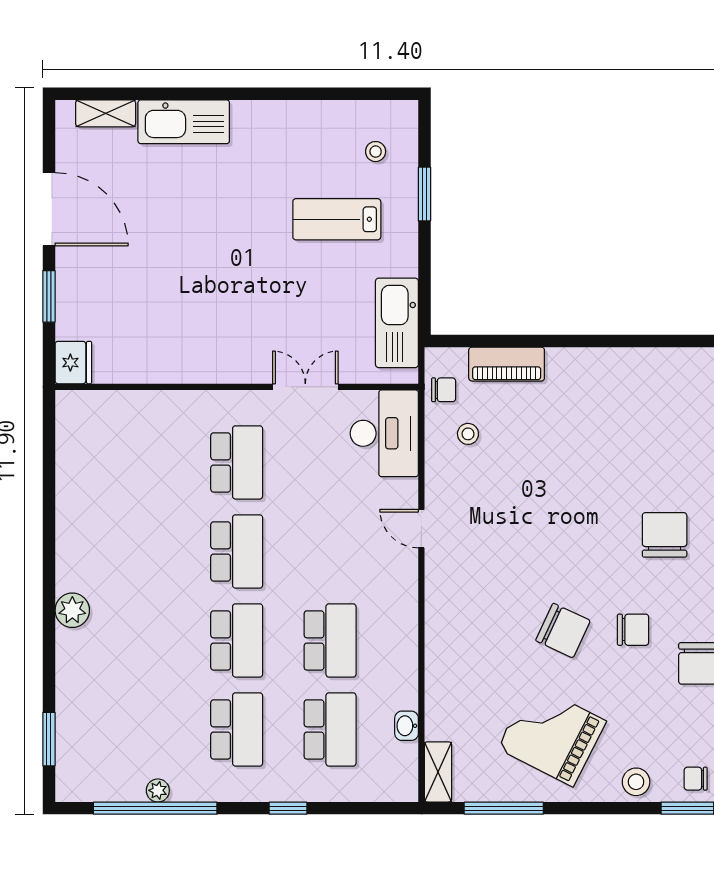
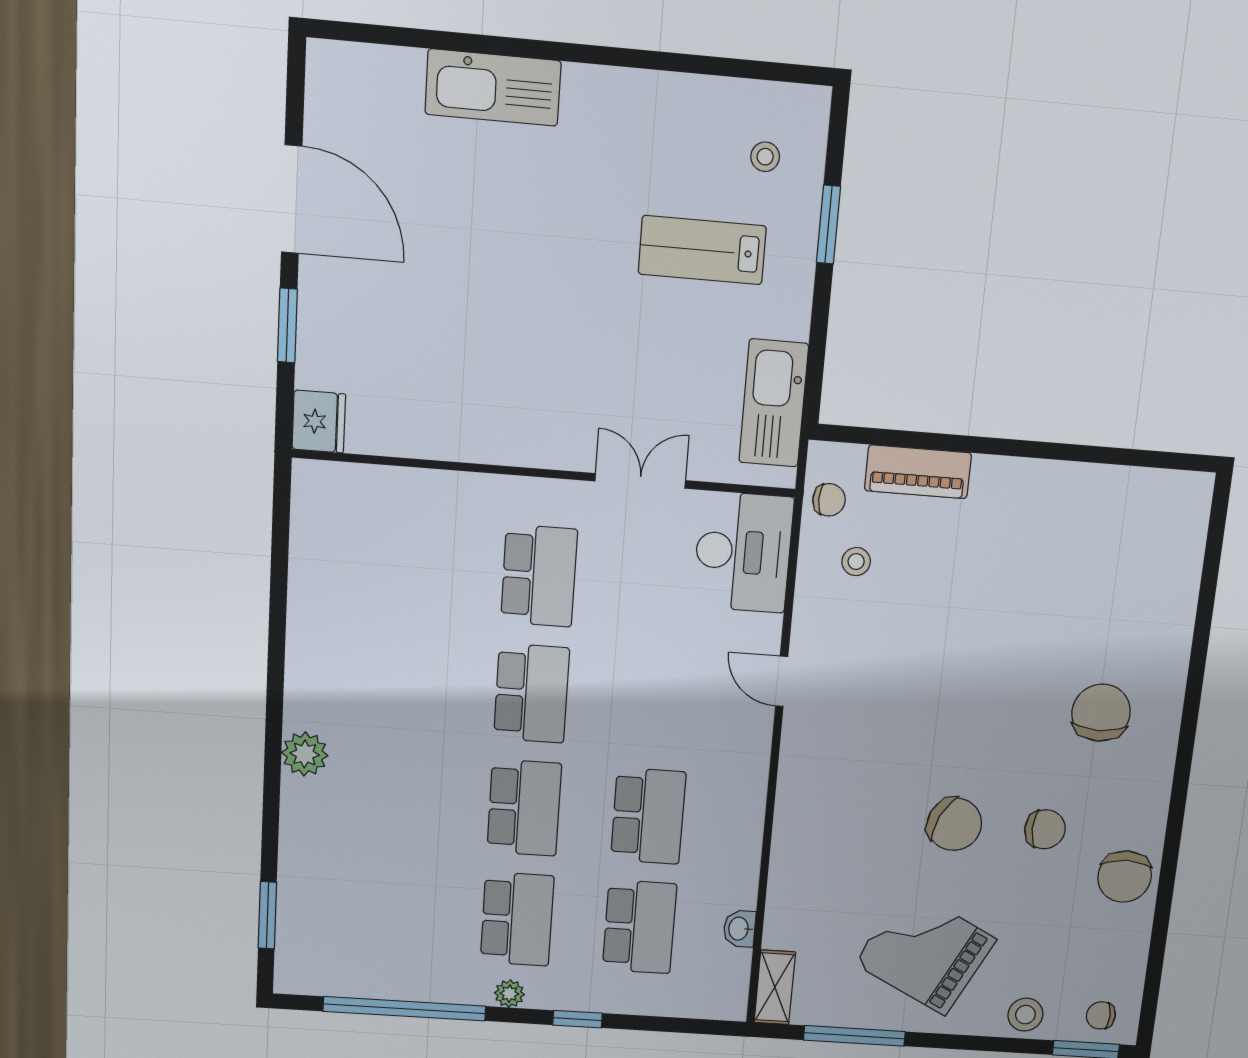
shelving: (106, 113) -> (380, 64), removed
plant: (158, 790) -> (509, 994), moved

